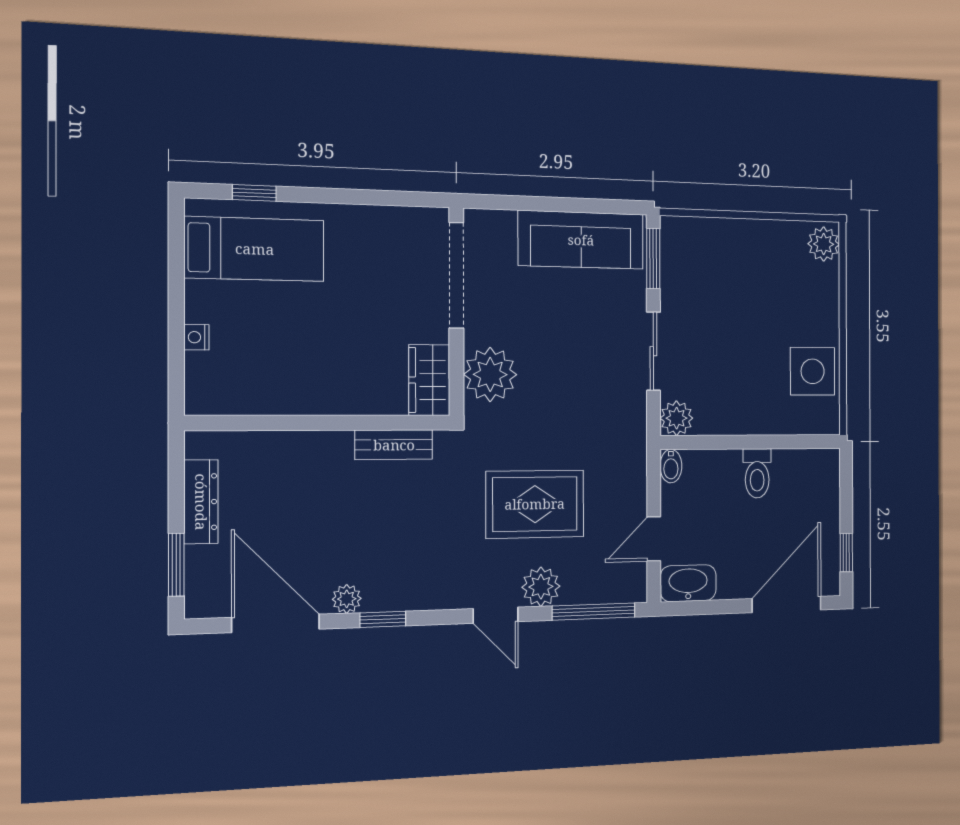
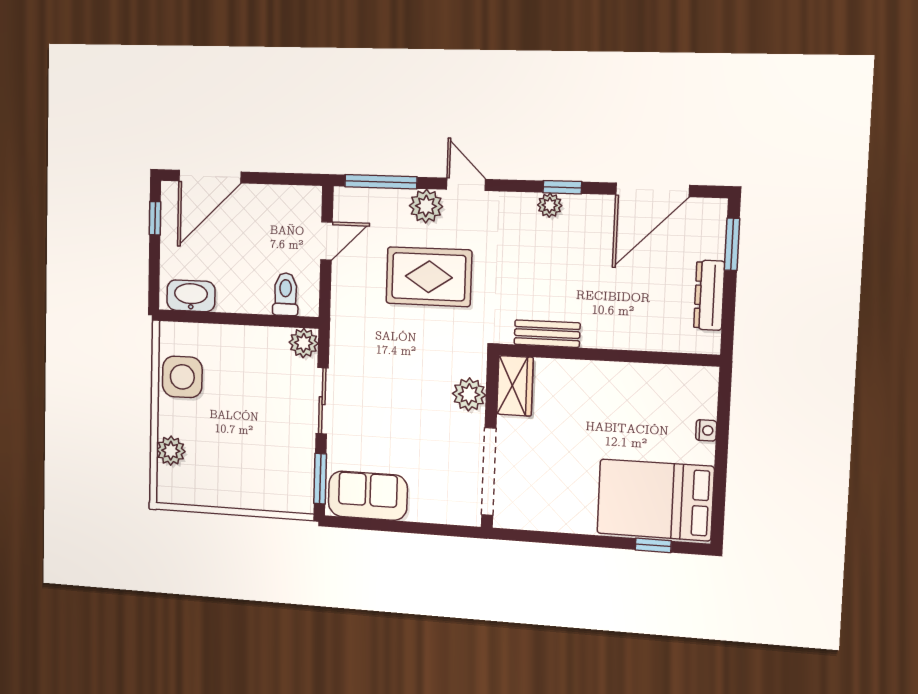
sofa: (581, 240) -> (368, 496), width x0.73
plant: (824, 244) -> (171, 451), moved
bed: (255, 249) -> (655, 500), width x1.50
plant: (490, 374) -> (469, 394), width x0.73, depth x0.73
bidet: (671, 466) -> (310, 302), removed
toilet: (757, 473) -> (286, 294), moved
washbasin: (688, 583) -> (191, 296), moved, turned 180
plant: (347, 599) -> (550, 205), moved
door: (276, 623) -> (652, 190), hinge flipped

